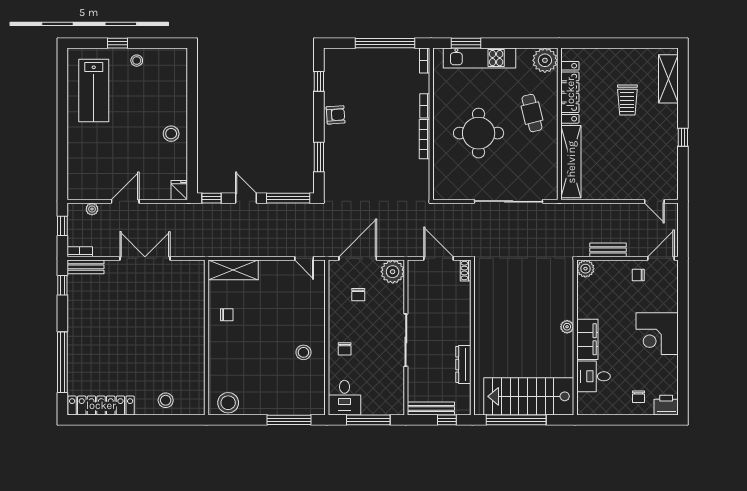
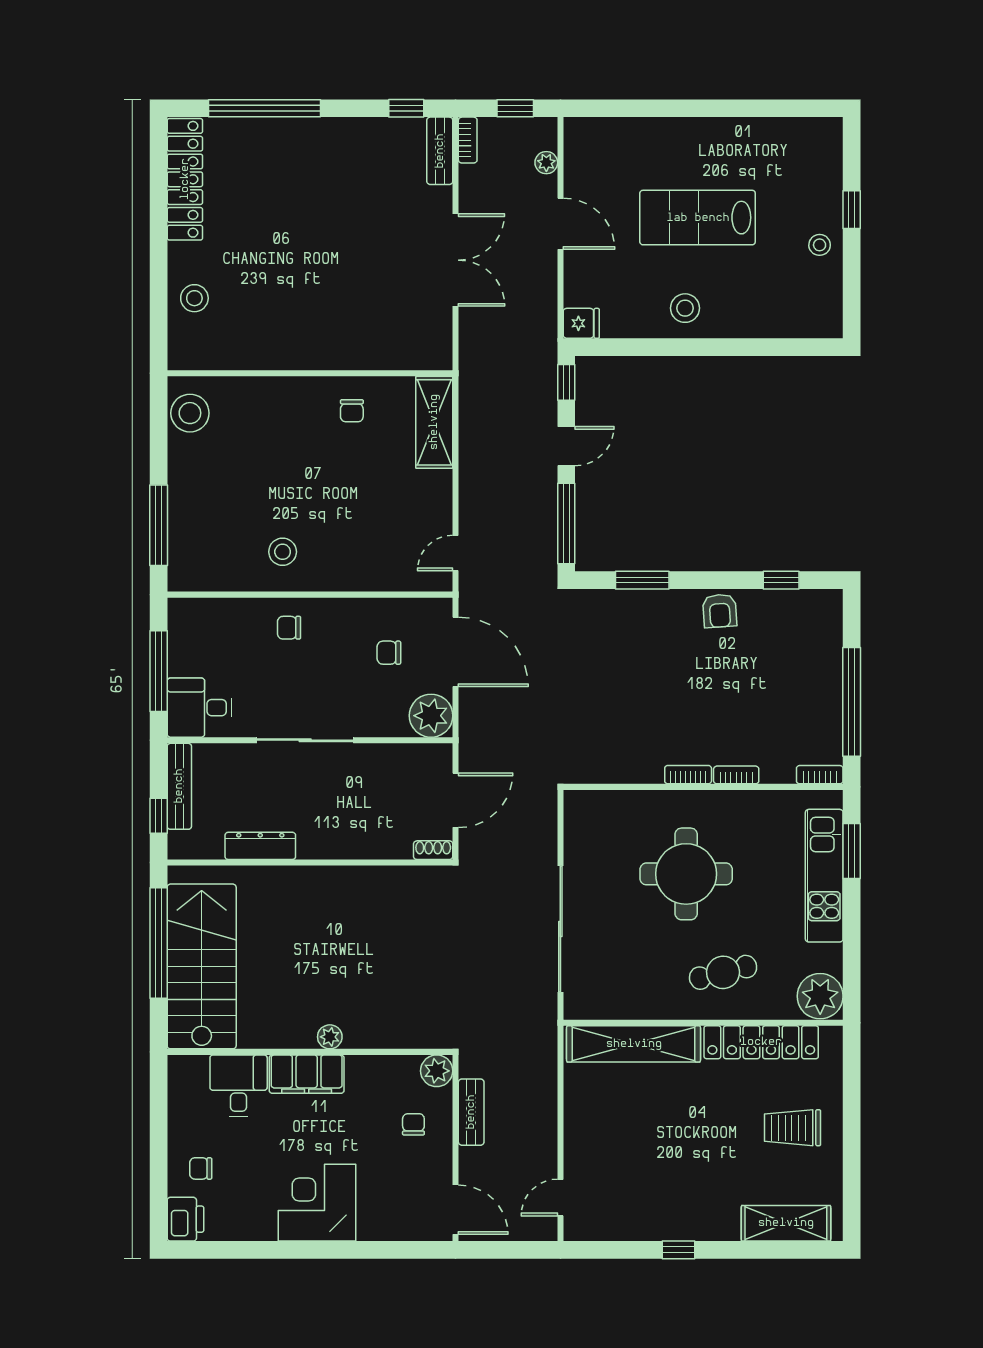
lab bench: (94, 90) -> (698, 218), moved
trolley: (627, 100) -> (792, 1128), moved
bookcase: (425, 139) -> (688, 775), width x0.64
chair: (638, 275) -> (413, 1124), moved
desk: (344, 398) -> (199, 708), moved

